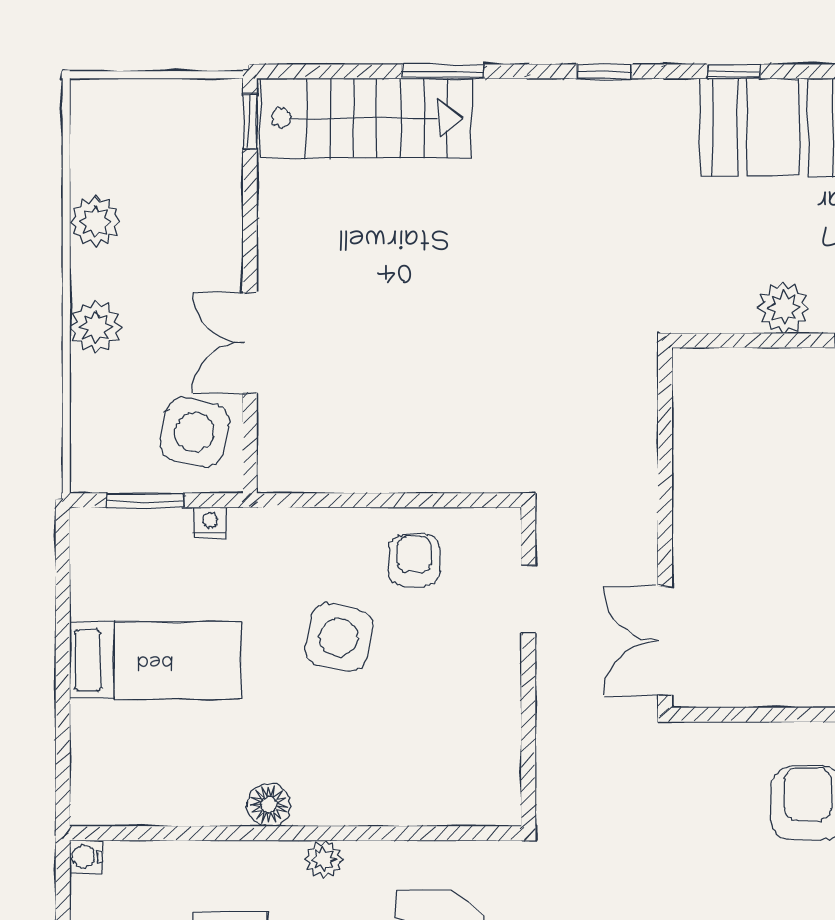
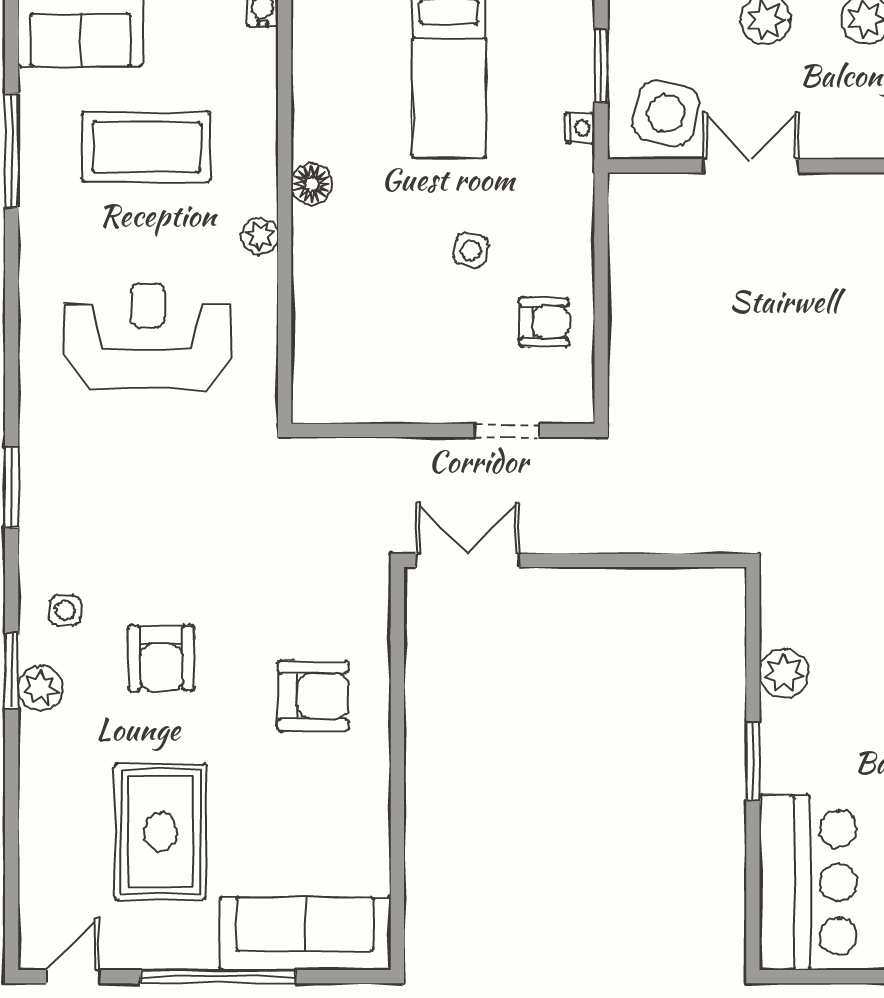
side table: (339, 637) -> (471, 250), width x0.54, depth x0.54

